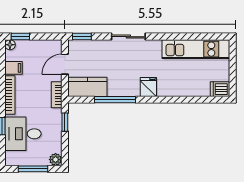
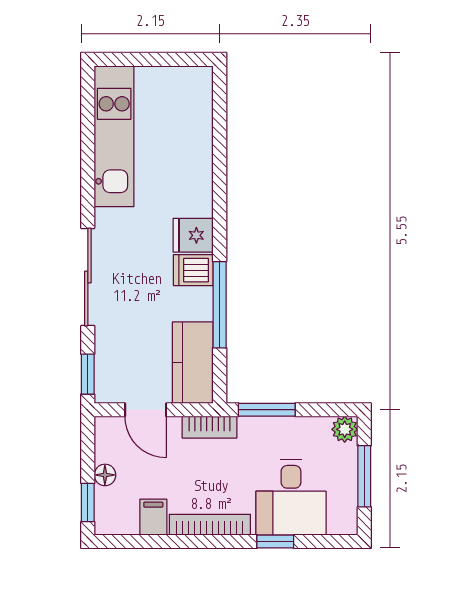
sliding door: (128, 37) -> (88, 277), width x1.37
floor lamp: (10, 45) -> (105, 475), moved
dishwasher: (220, 89) -> (193, 270), moved, turned 90
window: (65, 122) -> (267, 410), width x1.50

